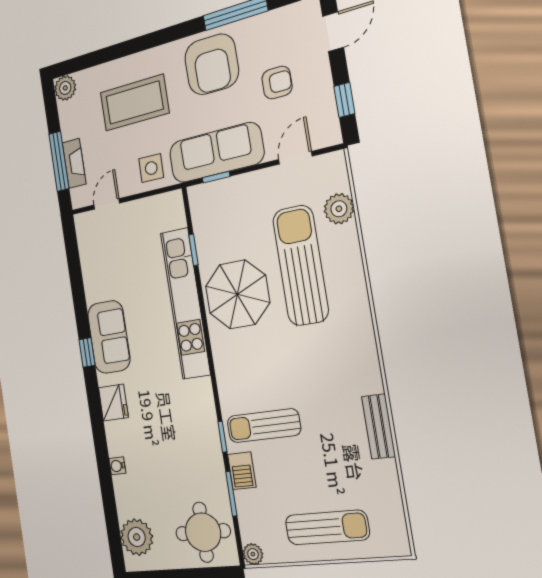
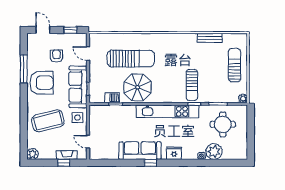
coffee table: (134, 103) -> (48, 121), turned 76
window: (59, 161) -> (64, 163), width x0.46
plant: (339, 209) -> (112, 39), removed
sun lounger: (300, 265) -> (131, 59), turned 180
kitchen unit: (185, 303) -> (168, 111), moved
sofa: (109, 337) -> (140, 151), width x1.36
bench: (378, 426) -> (210, 38), moved
barbecue: (242, 471) -> (112, 98), moved
round table: (203, 532) -> (223, 124), moved
plant: (137, 537) -> (214, 152), moved

